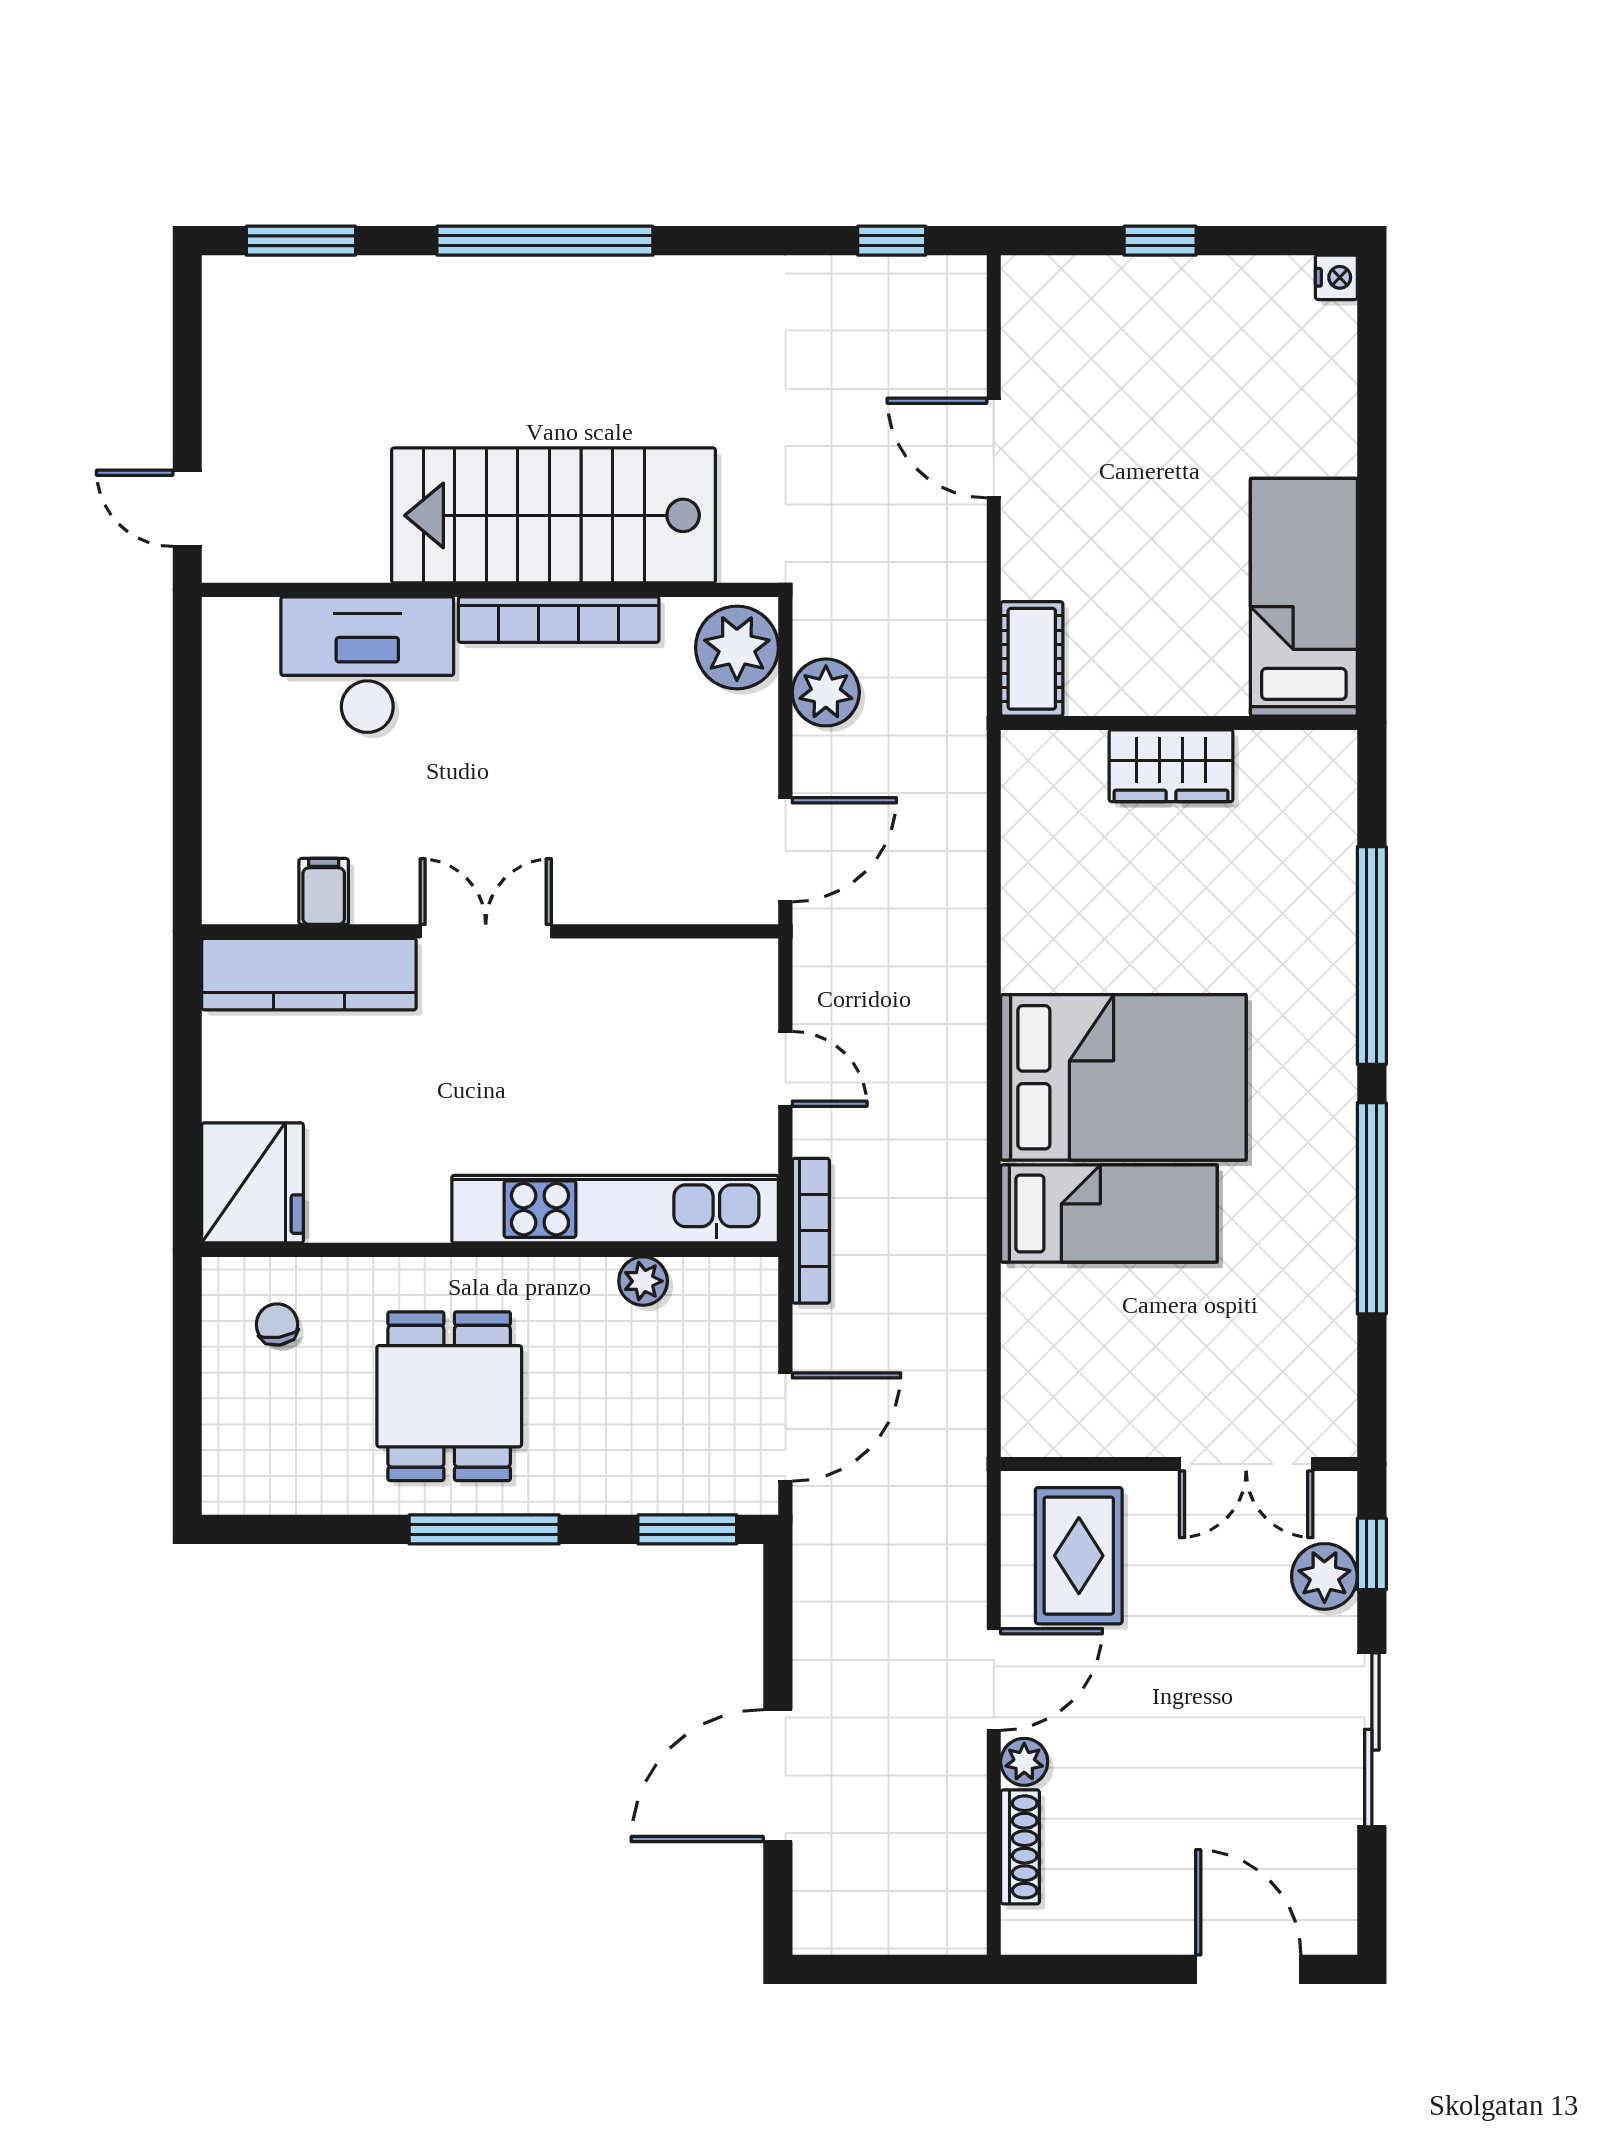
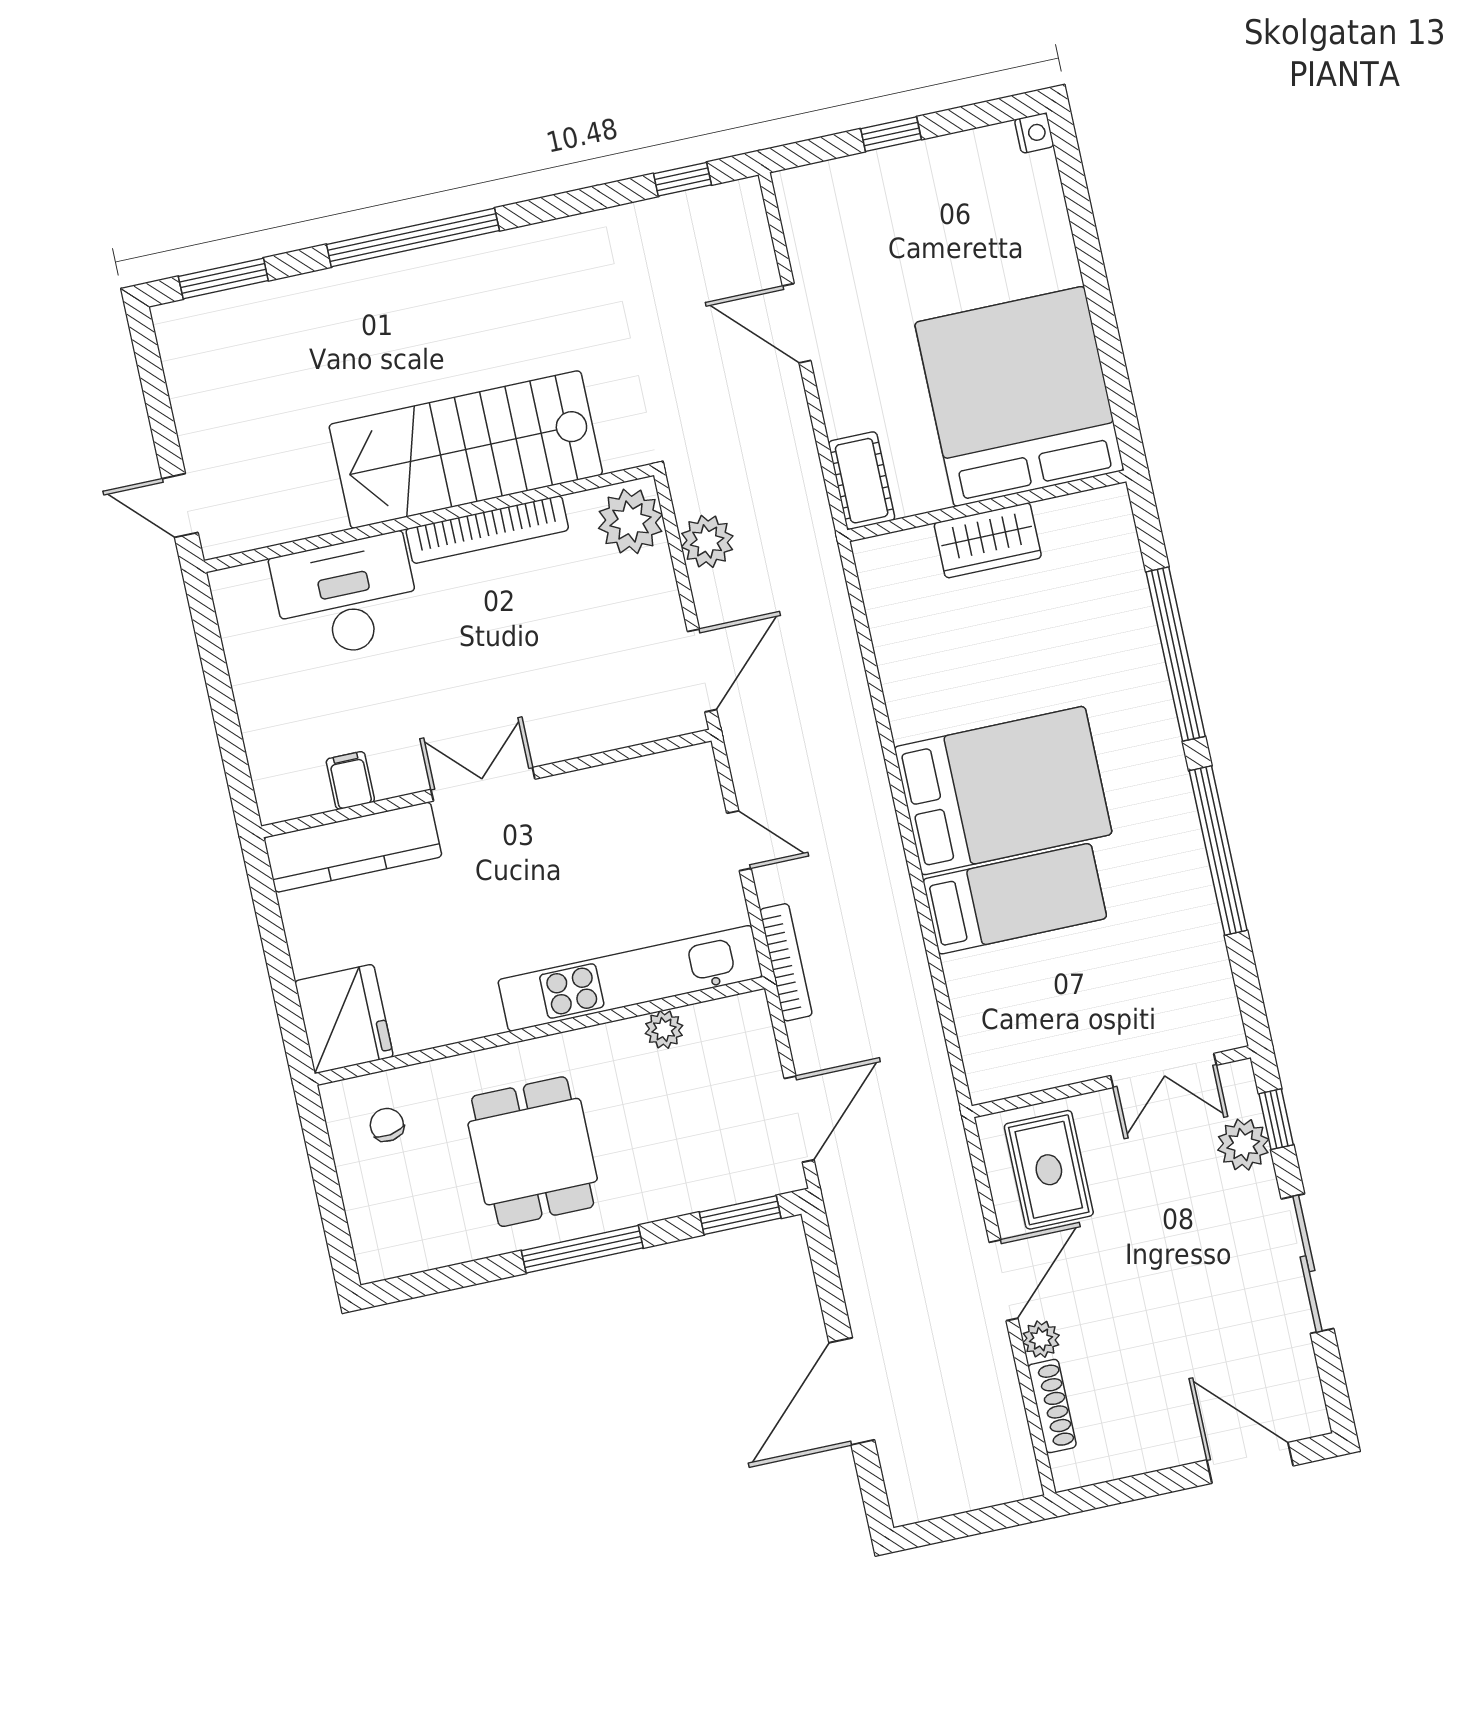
bed: (1304, 597) -> (1019, 396), width x2.04

